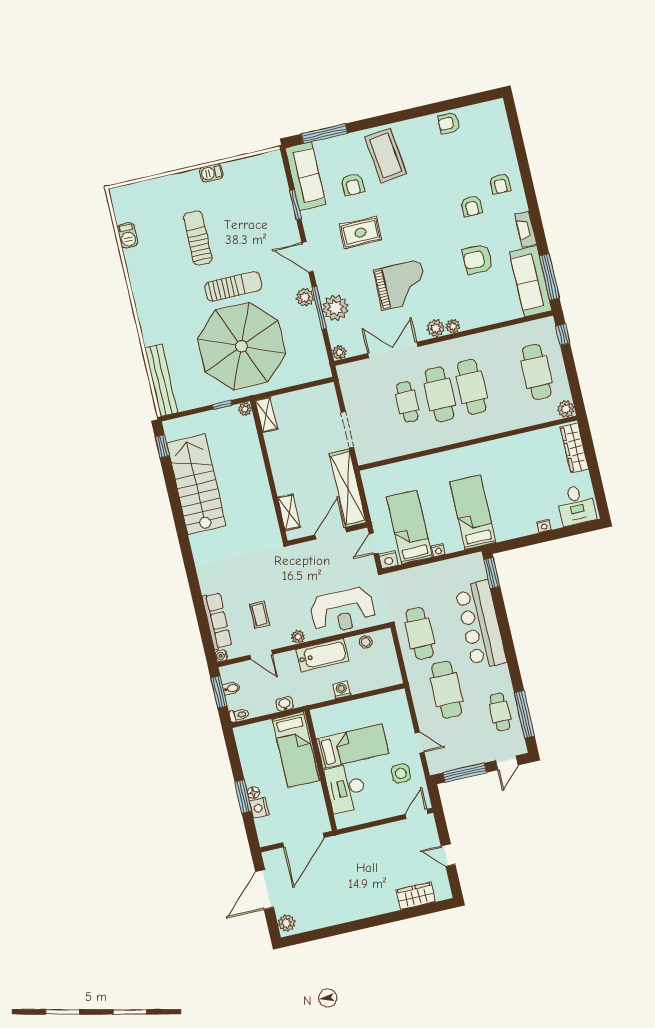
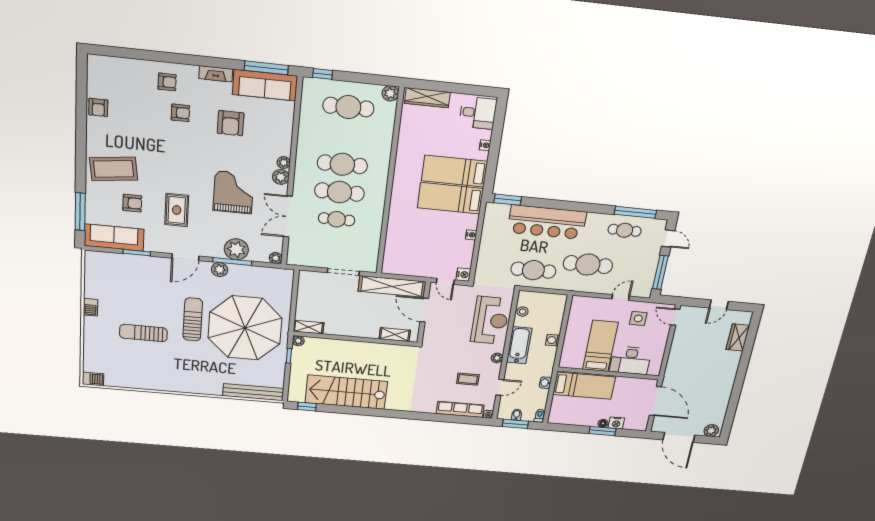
barbecue: (128, 235) -> (93, 379), moved
bed: (409, 527) -> (455, 171), moved

